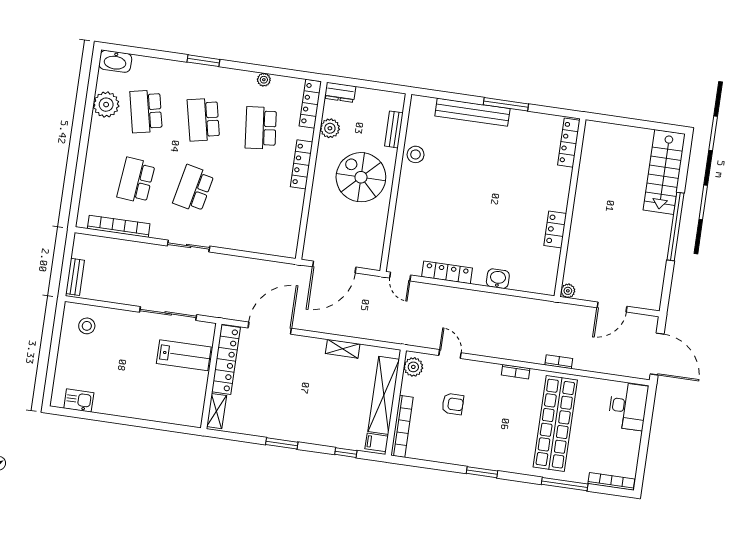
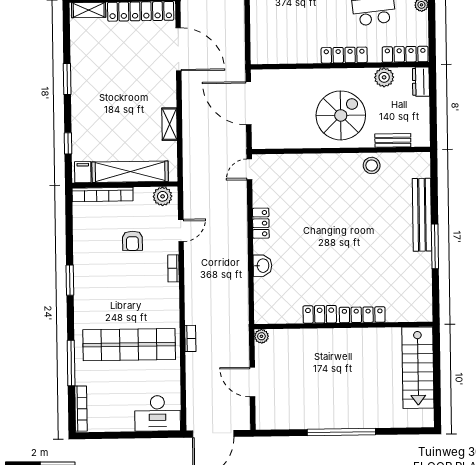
locker: (569, 143) -> (362, 315), moved
stairs: (664, 172) -> (418, 368), moved, turned -90
locker: (447, 272) -> (261, 223), width x0.66
bookcase: (516, 372) -> (173, 268), moved

